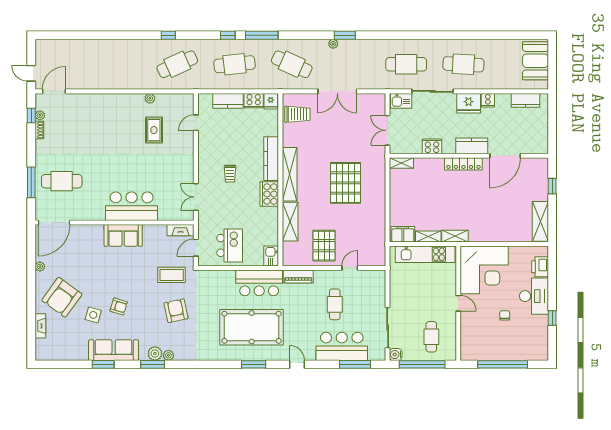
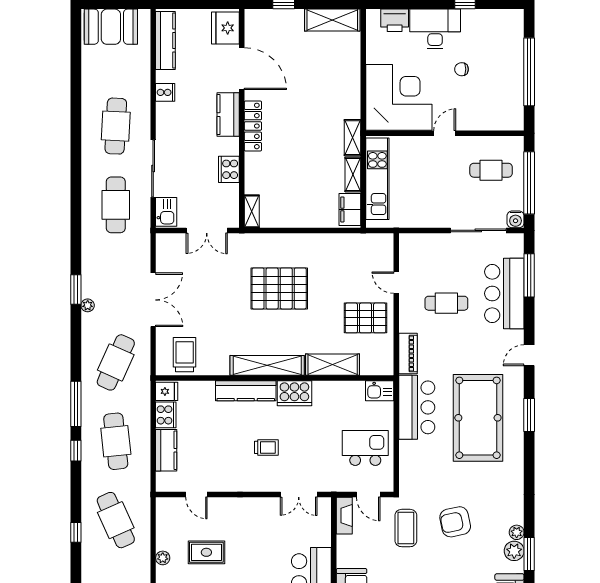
kitchen counter: (526, 100) -> (165, 40), width x1.50
fridge: (469, 103) -> (225, 28), moved, turned 180

